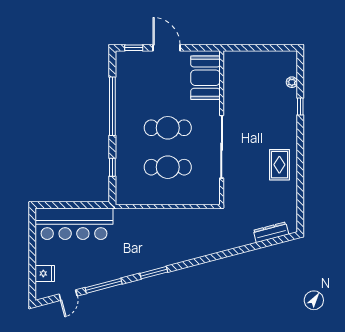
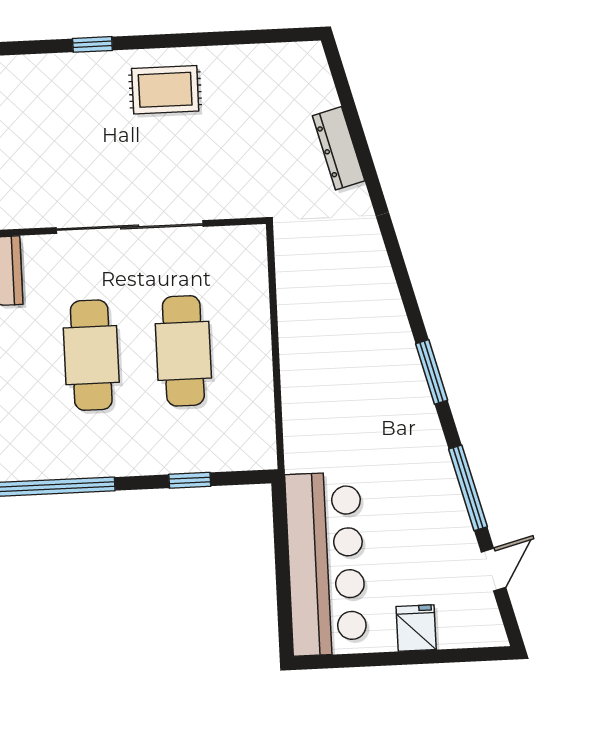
window: (300, 106) -> (92, 44), moved
dresser: (271, 232) -> (339, 148), moved
fridge: (45, 273) -> (416, 628), moved
door: (68, 295) -> (494, 570), hinge flipped

